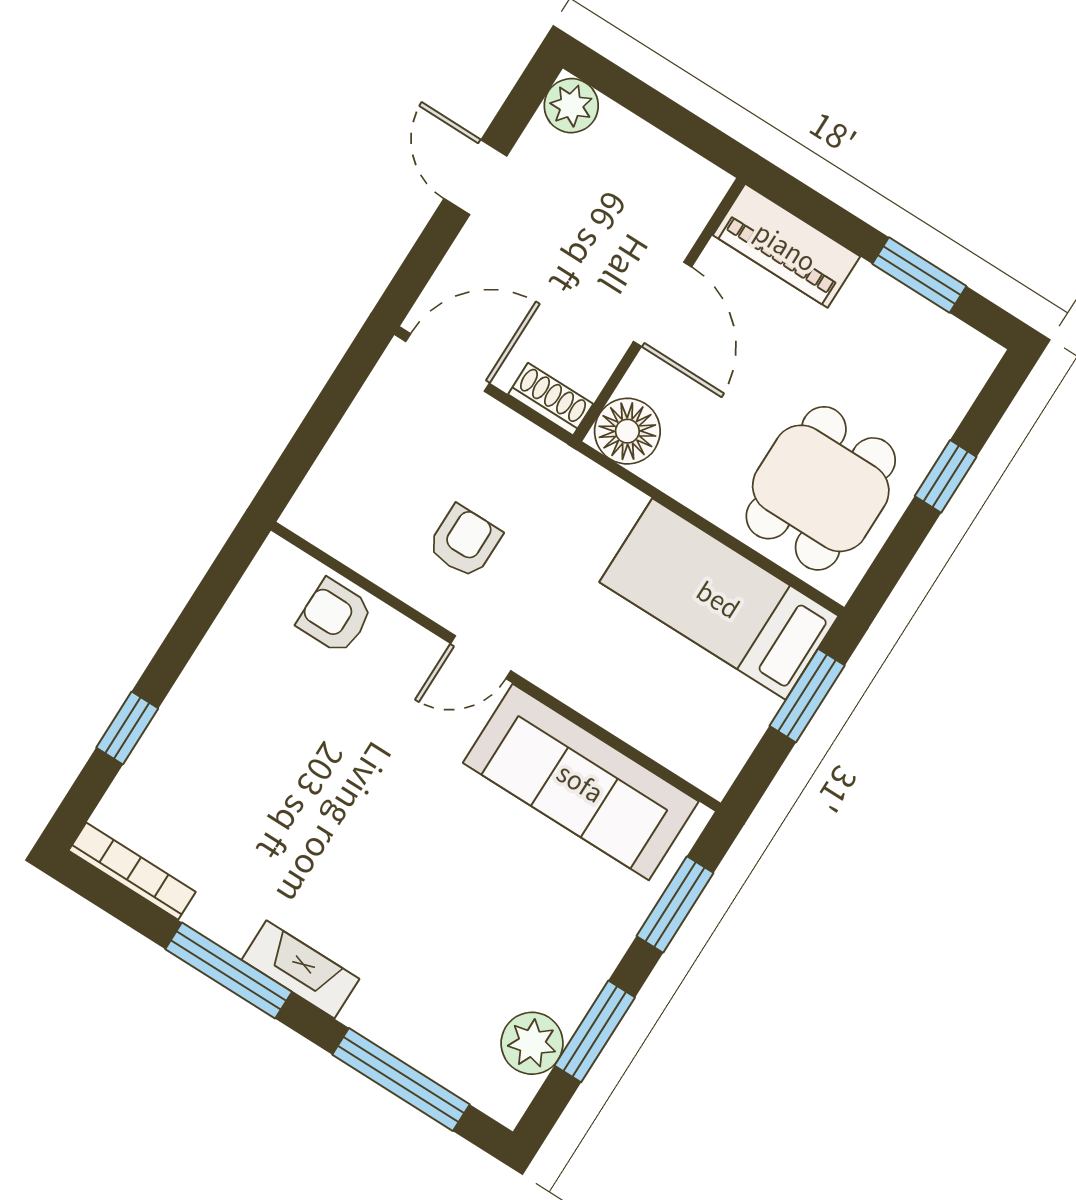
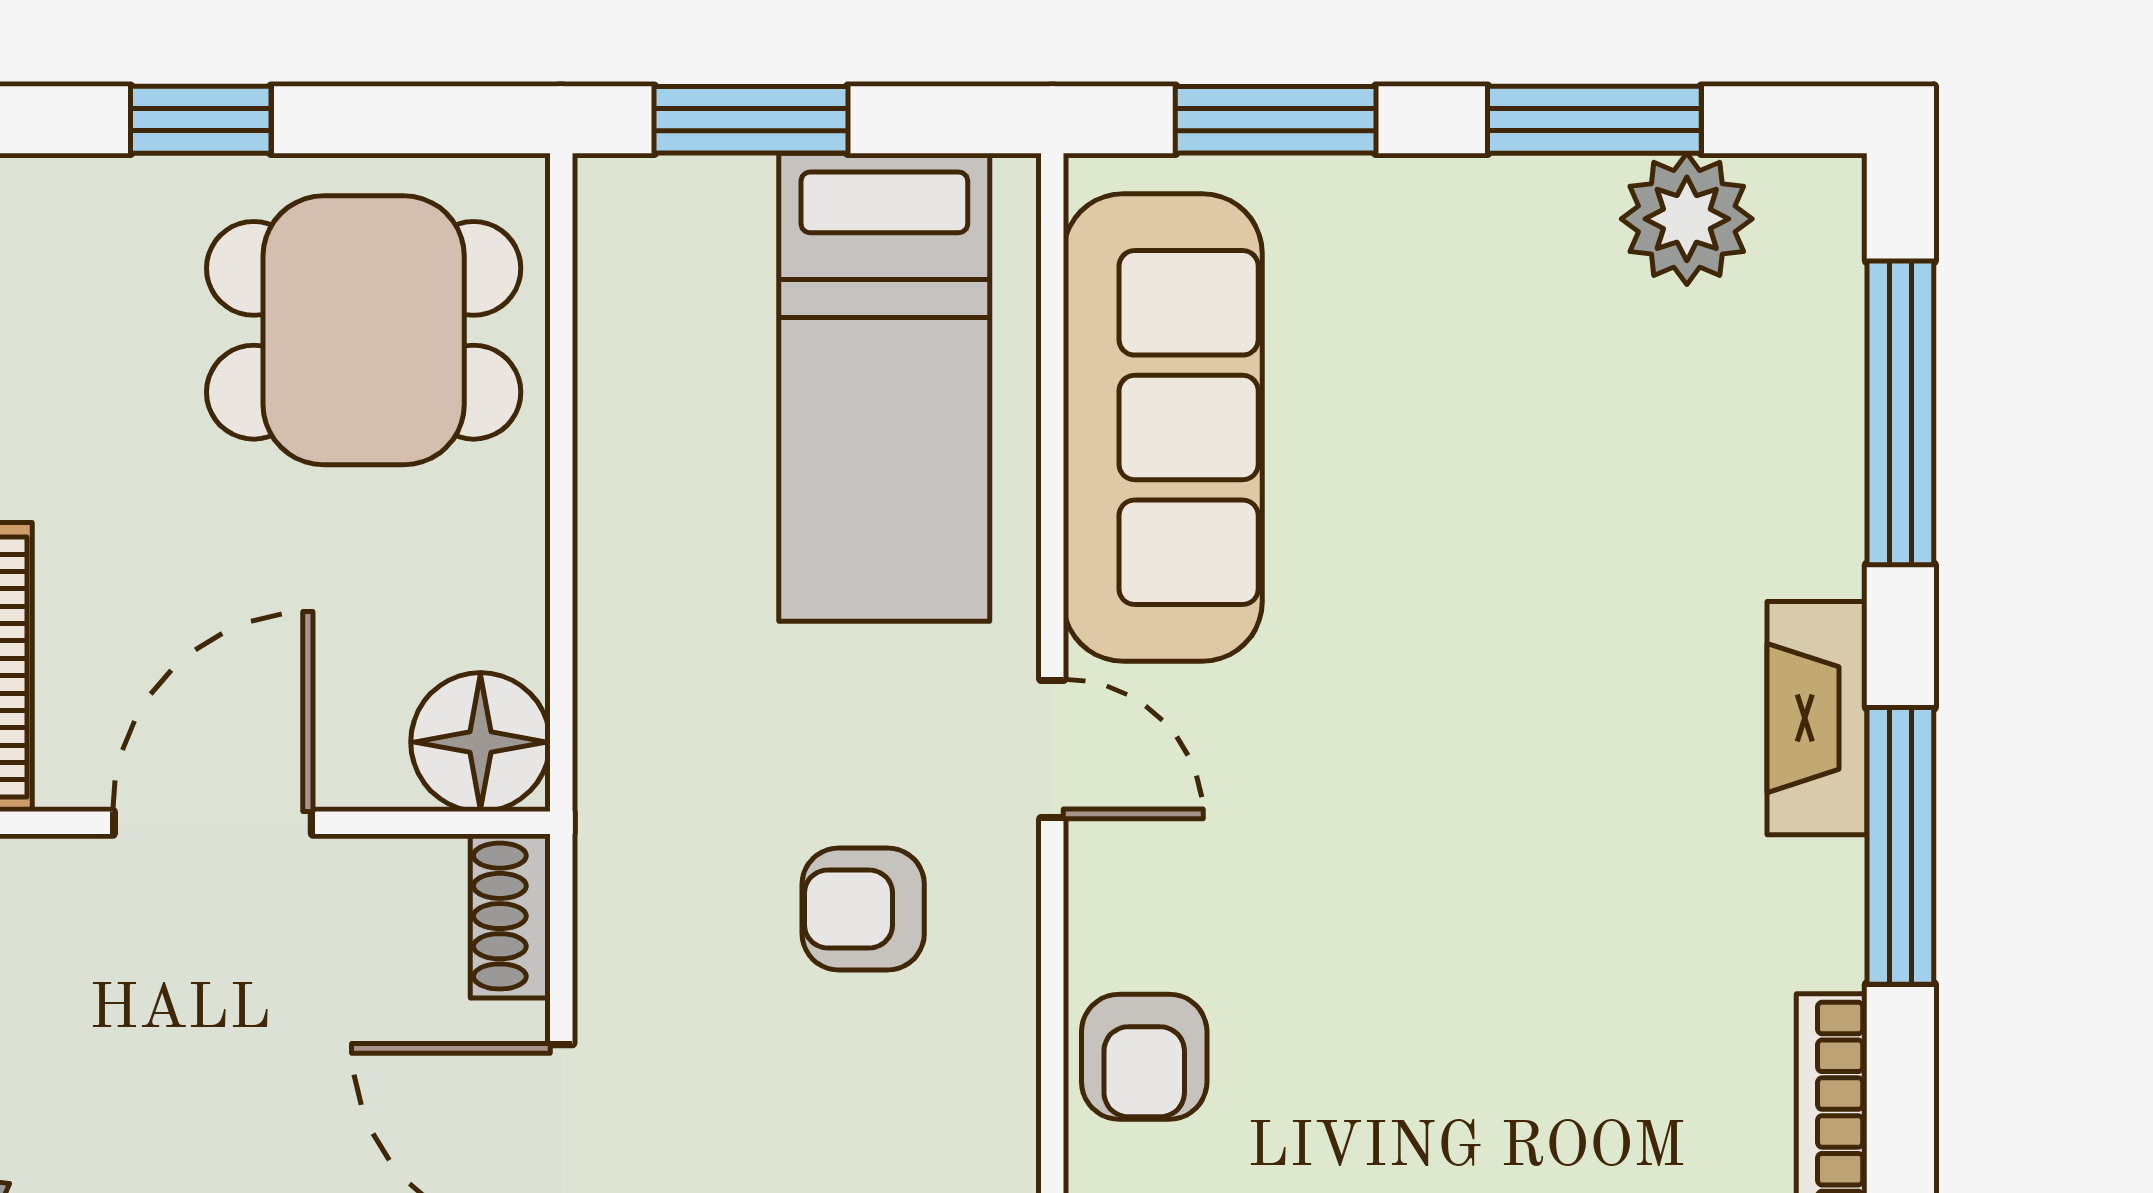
bed: (719, 599) -> (884, 387), moved

